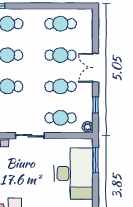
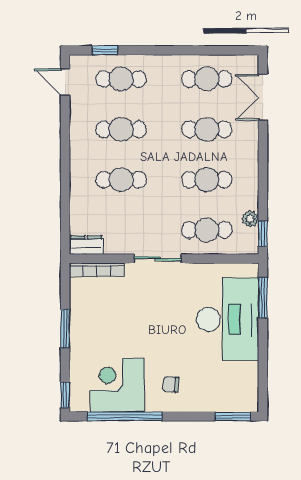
double door: (95, 68) -> (263, 97), moved
window: (95, 105) -> (263, 234), moved
plant: (88, 127) -> (250, 219), moved

